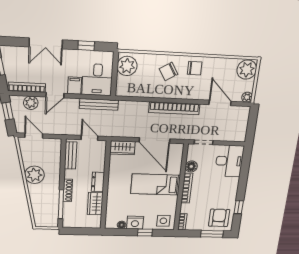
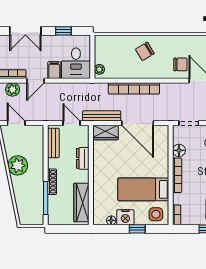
plant: (127, 66) -> (99, 69), moved, width x0.53, depth x0.53
chair: (195, 68) -> (180, 64), moved
bench: (99, 104) -> (102, 116), moved
bookcase: (174, 108) -> (134, 88), moved
dresser: (98, 182) -> (83, 158), moved
bed: (155, 184) -> (143, 189), moved
wardrobe: (95, 204) -> (81, 203), width x1.50

